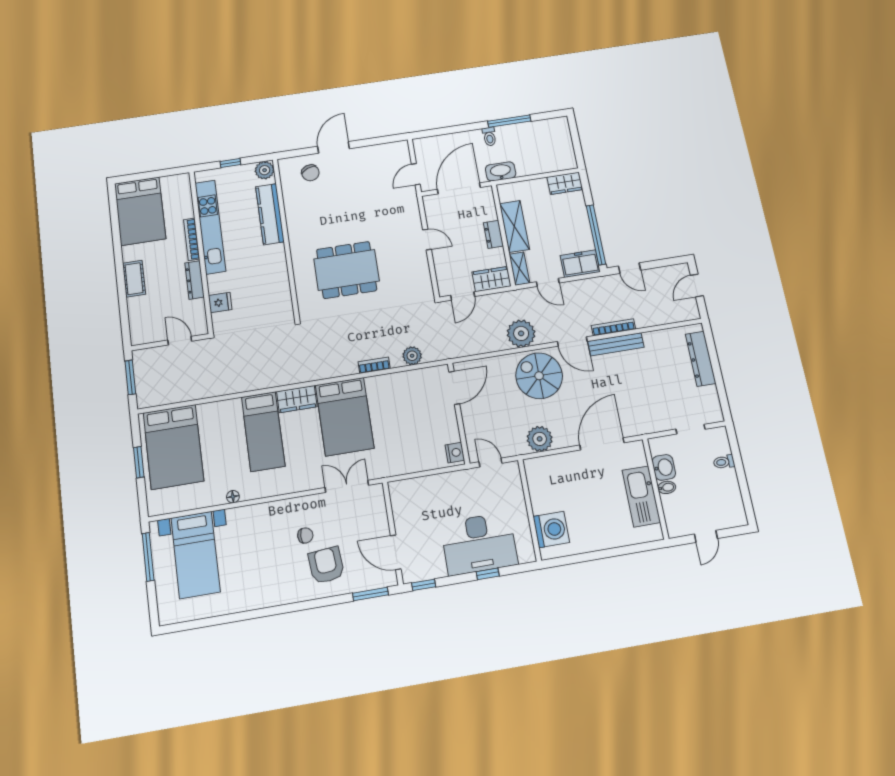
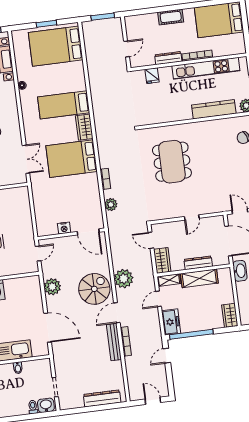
dresser: (493, 234) -> (198, 263), width x1.44
nightstand: (455, 453) -> (64, 228), moved
washbasin: (664, 467) -> (46, 405), moved, turned 180

